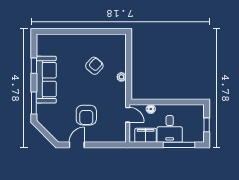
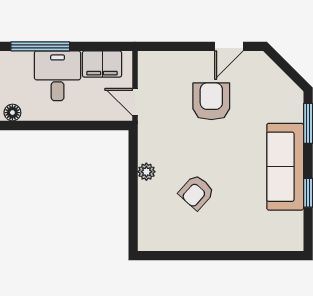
floor lamp: (151, 109) -> (12, 113), moved

